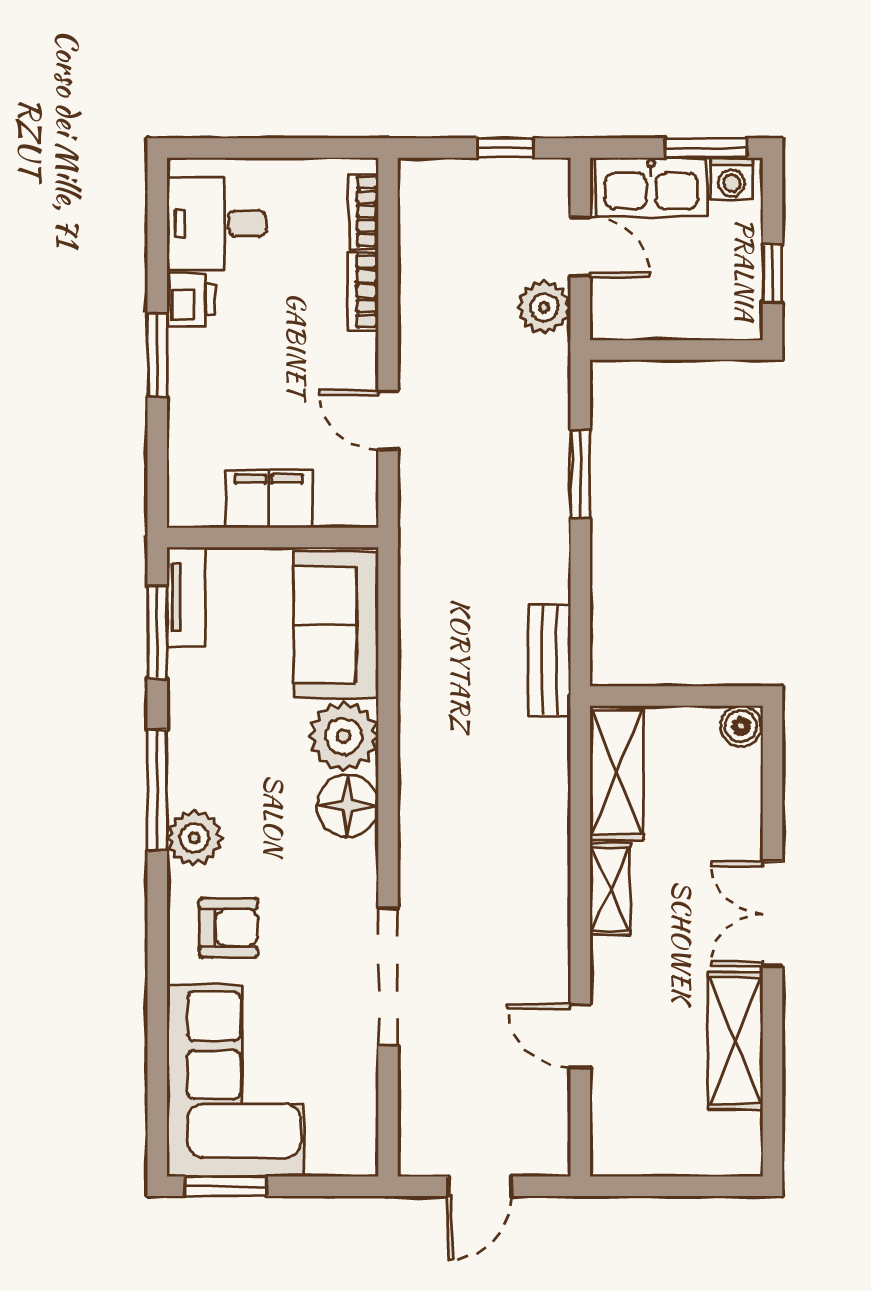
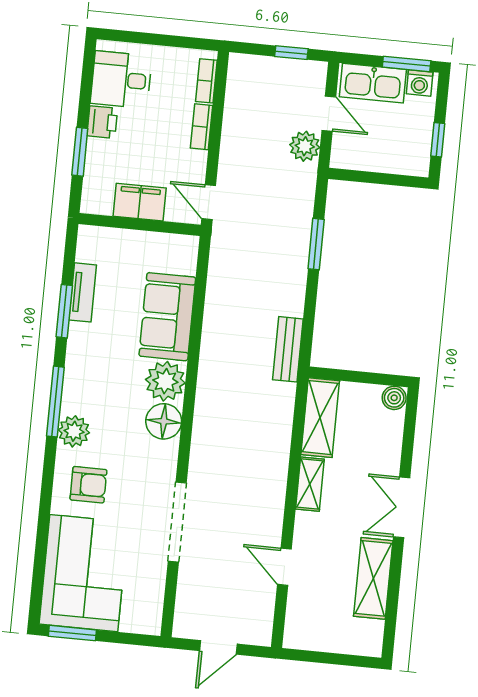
filing cabinet: (269, 499) -> (140, 202), moved
wall: (273, 537) -> (140, 224), moved

